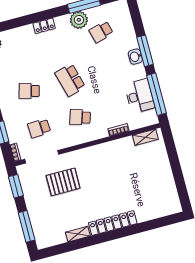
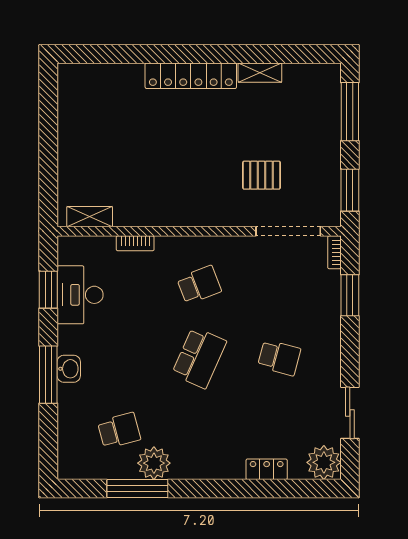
locker: (44, 26) -> (267, 469), moved
school desk: (70, 80) -> (199, 358), turned 39
window: (157, 94) -> (48, 290), width x0.47
school desk: (80, 117) -> (199, 285), turned -39
school desk: (39, 128) -> (279, 285), removed
pallet: (63, 182) -> (262, 175), width x0.67, depth x0.71

